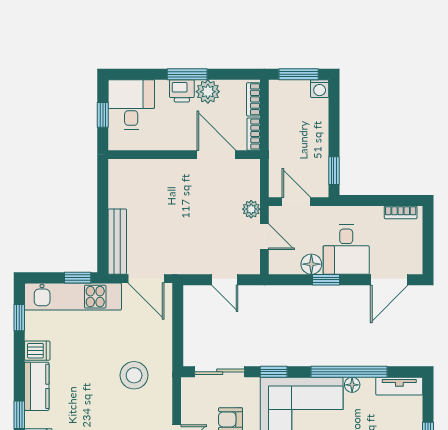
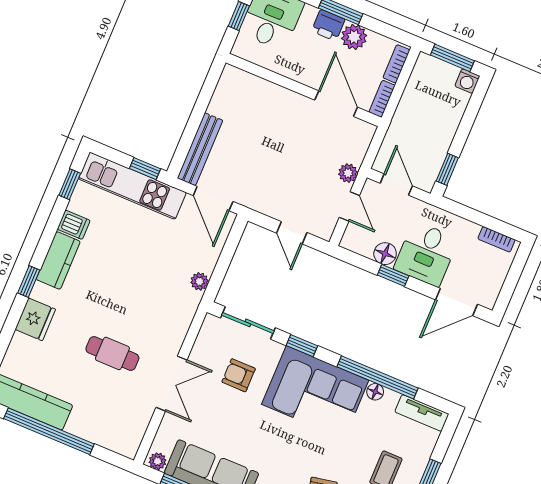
plant: (164, 354) -> (200, 281), added
stool: (134, 375) -> (160, 290), removed

